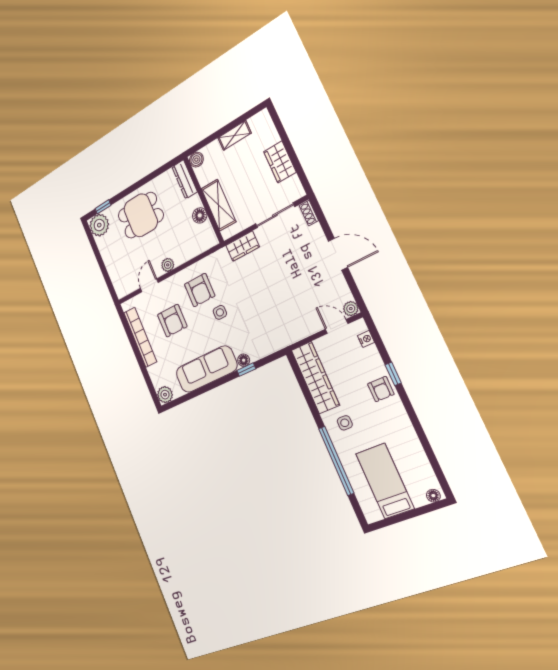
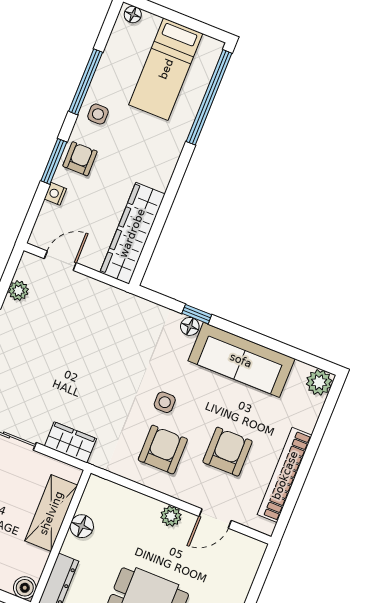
plant: (351, 309) -> (18, 291), moved
door: (337, 326) -> (60, 261), swing flipped
nightstand: (366, 339) -> (55, 194), moved
window: (393, 374) -> (54, 161), width x1.50
side table: (345, 423) -> (98, 114), moved
window: (421, 434) -> (86, 82), added
window: (336, 461) -> (209, 97), moved

